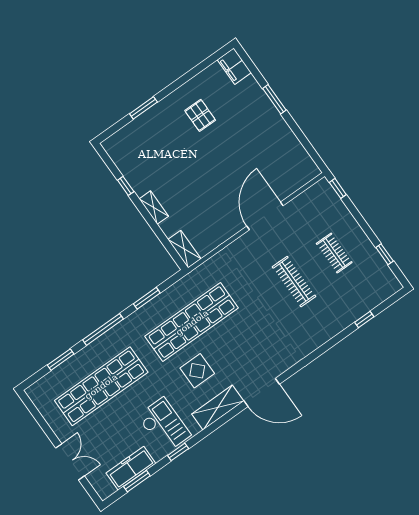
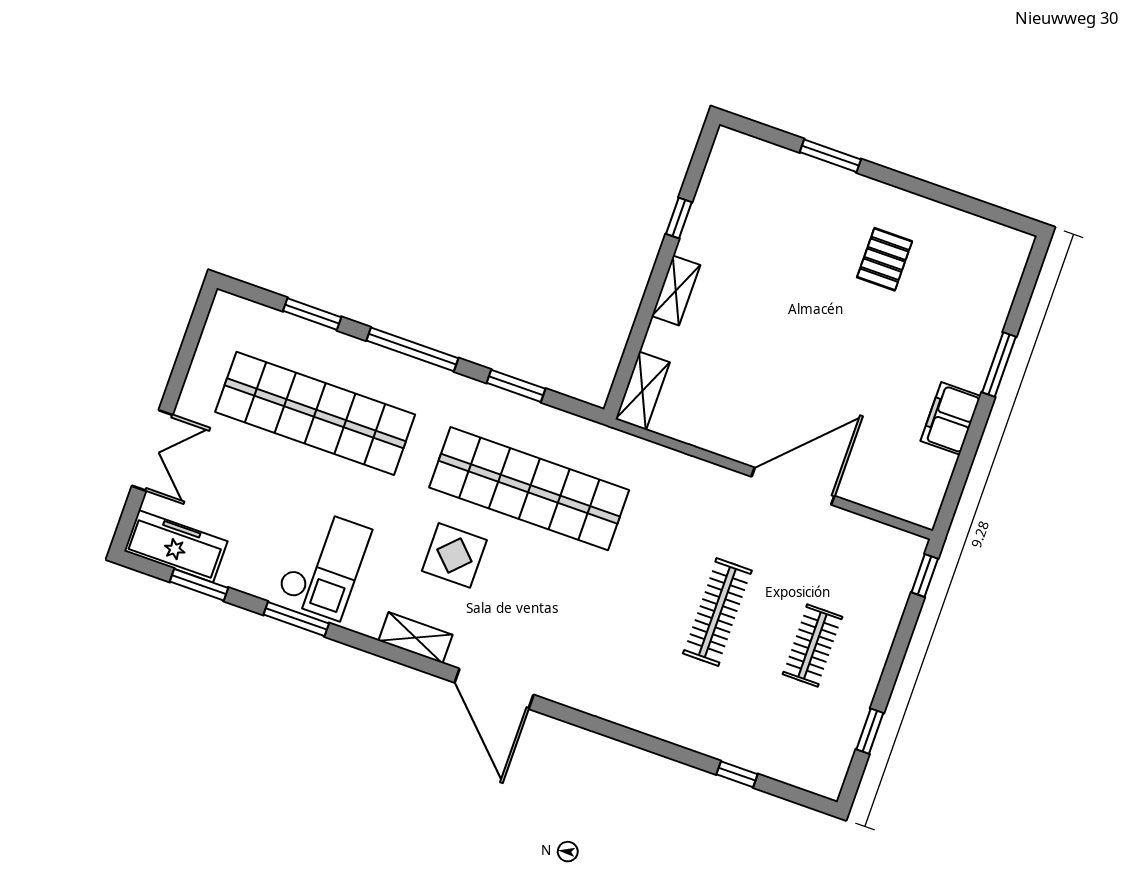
filing cabinet: (234, 66) -> (951, 418), moved
shelving: (218, 407) -> (416, 638), width x0.67, depth x0.75
window: (178, 452) -> (296, 619), width x1.50
freezer: (131, 468) -> (176, 546), moved

